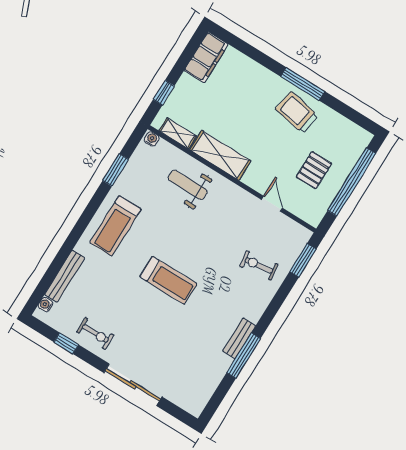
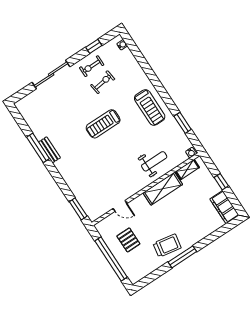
window: (164, 93) -> (221, 182), moved
treadmill: (115, 226) -> (150, 107), turned 180
exercise bike: (259, 265) -> (103, 82), moved
bench: (65, 276) -> (134, 64), removed

